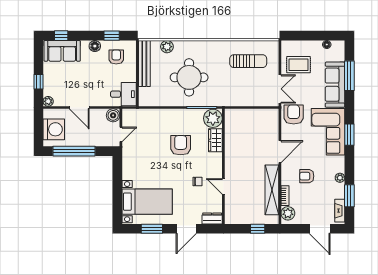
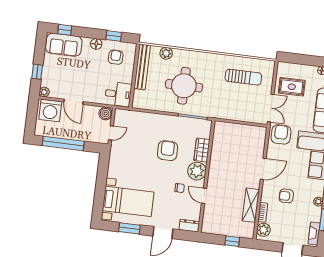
plant: (213, 118) -> (197, 171), moved
washing machine: (54, 129) -> (50, 110), moved, turned 90
shelving: (272, 190) -> (251, 205), width x0.68

